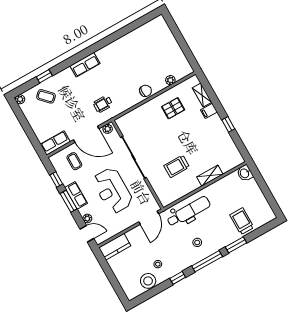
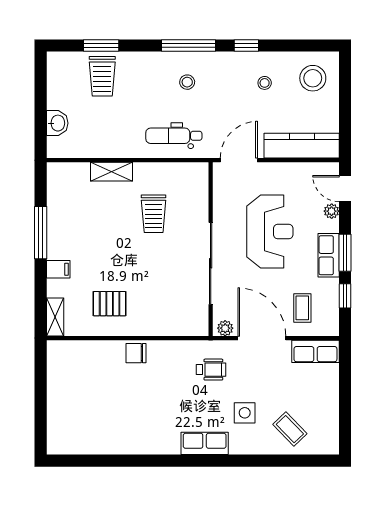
window: (44, 76) -> (275, 461), removed
plant: (170, 80) -> (90, 348), removed
side table: (74, 92) -> (245, 413), added
shelving: (202, 95) -> (55, 317), moved
plant: (20, 99) -> (331, 447), removed
window: (228, 124) -> (41, 233), width x2.17
trolley: (177, 166) -> (154, 214), turned 90
washbasin: (245, 173) -> (57, 123), moved
dental chair: (189, 212) -> (174, 136), width x0.73, depth x0.72
window: (236, 245) -> (101, 46), moved
kitchen counter: (115, 247) -> (302, 146), width x1.50
stool: (148, 281) -> (313, 78), moved

